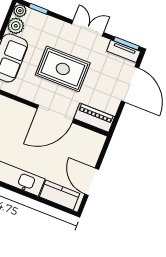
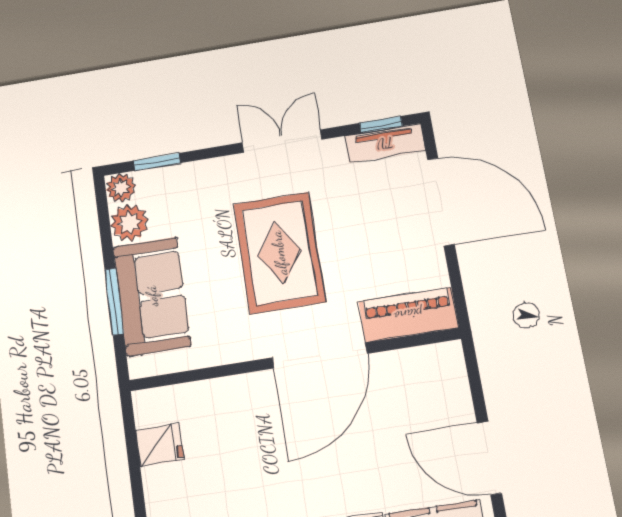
window: (126, 43) -> (381, 125), width x0.67
rug: (63, 69) -> (279, 253), turned 90

